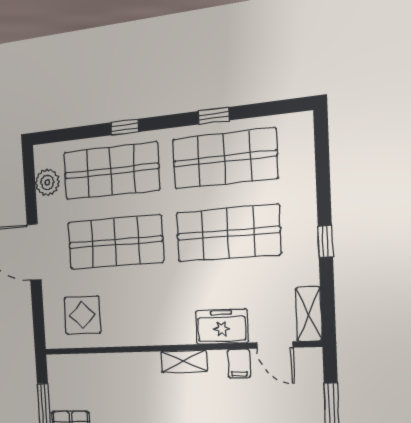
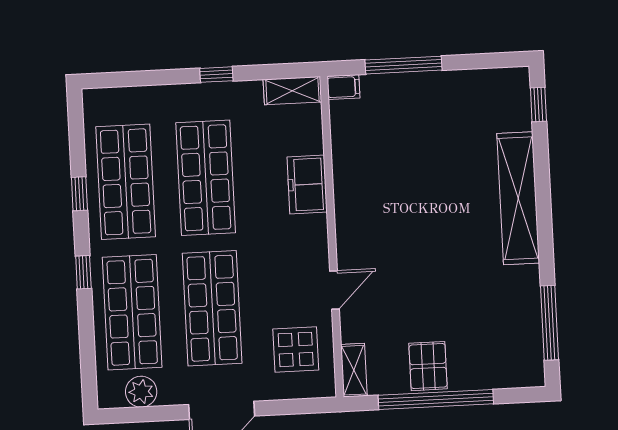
window: (125, 127) -> (83, 272), moved
door: (275, 345) -> (334, 290), moved
shelving: (184, 361) -> (354, 370), moved
filing cabinet: (239, 364) -> (343, 87), moved

